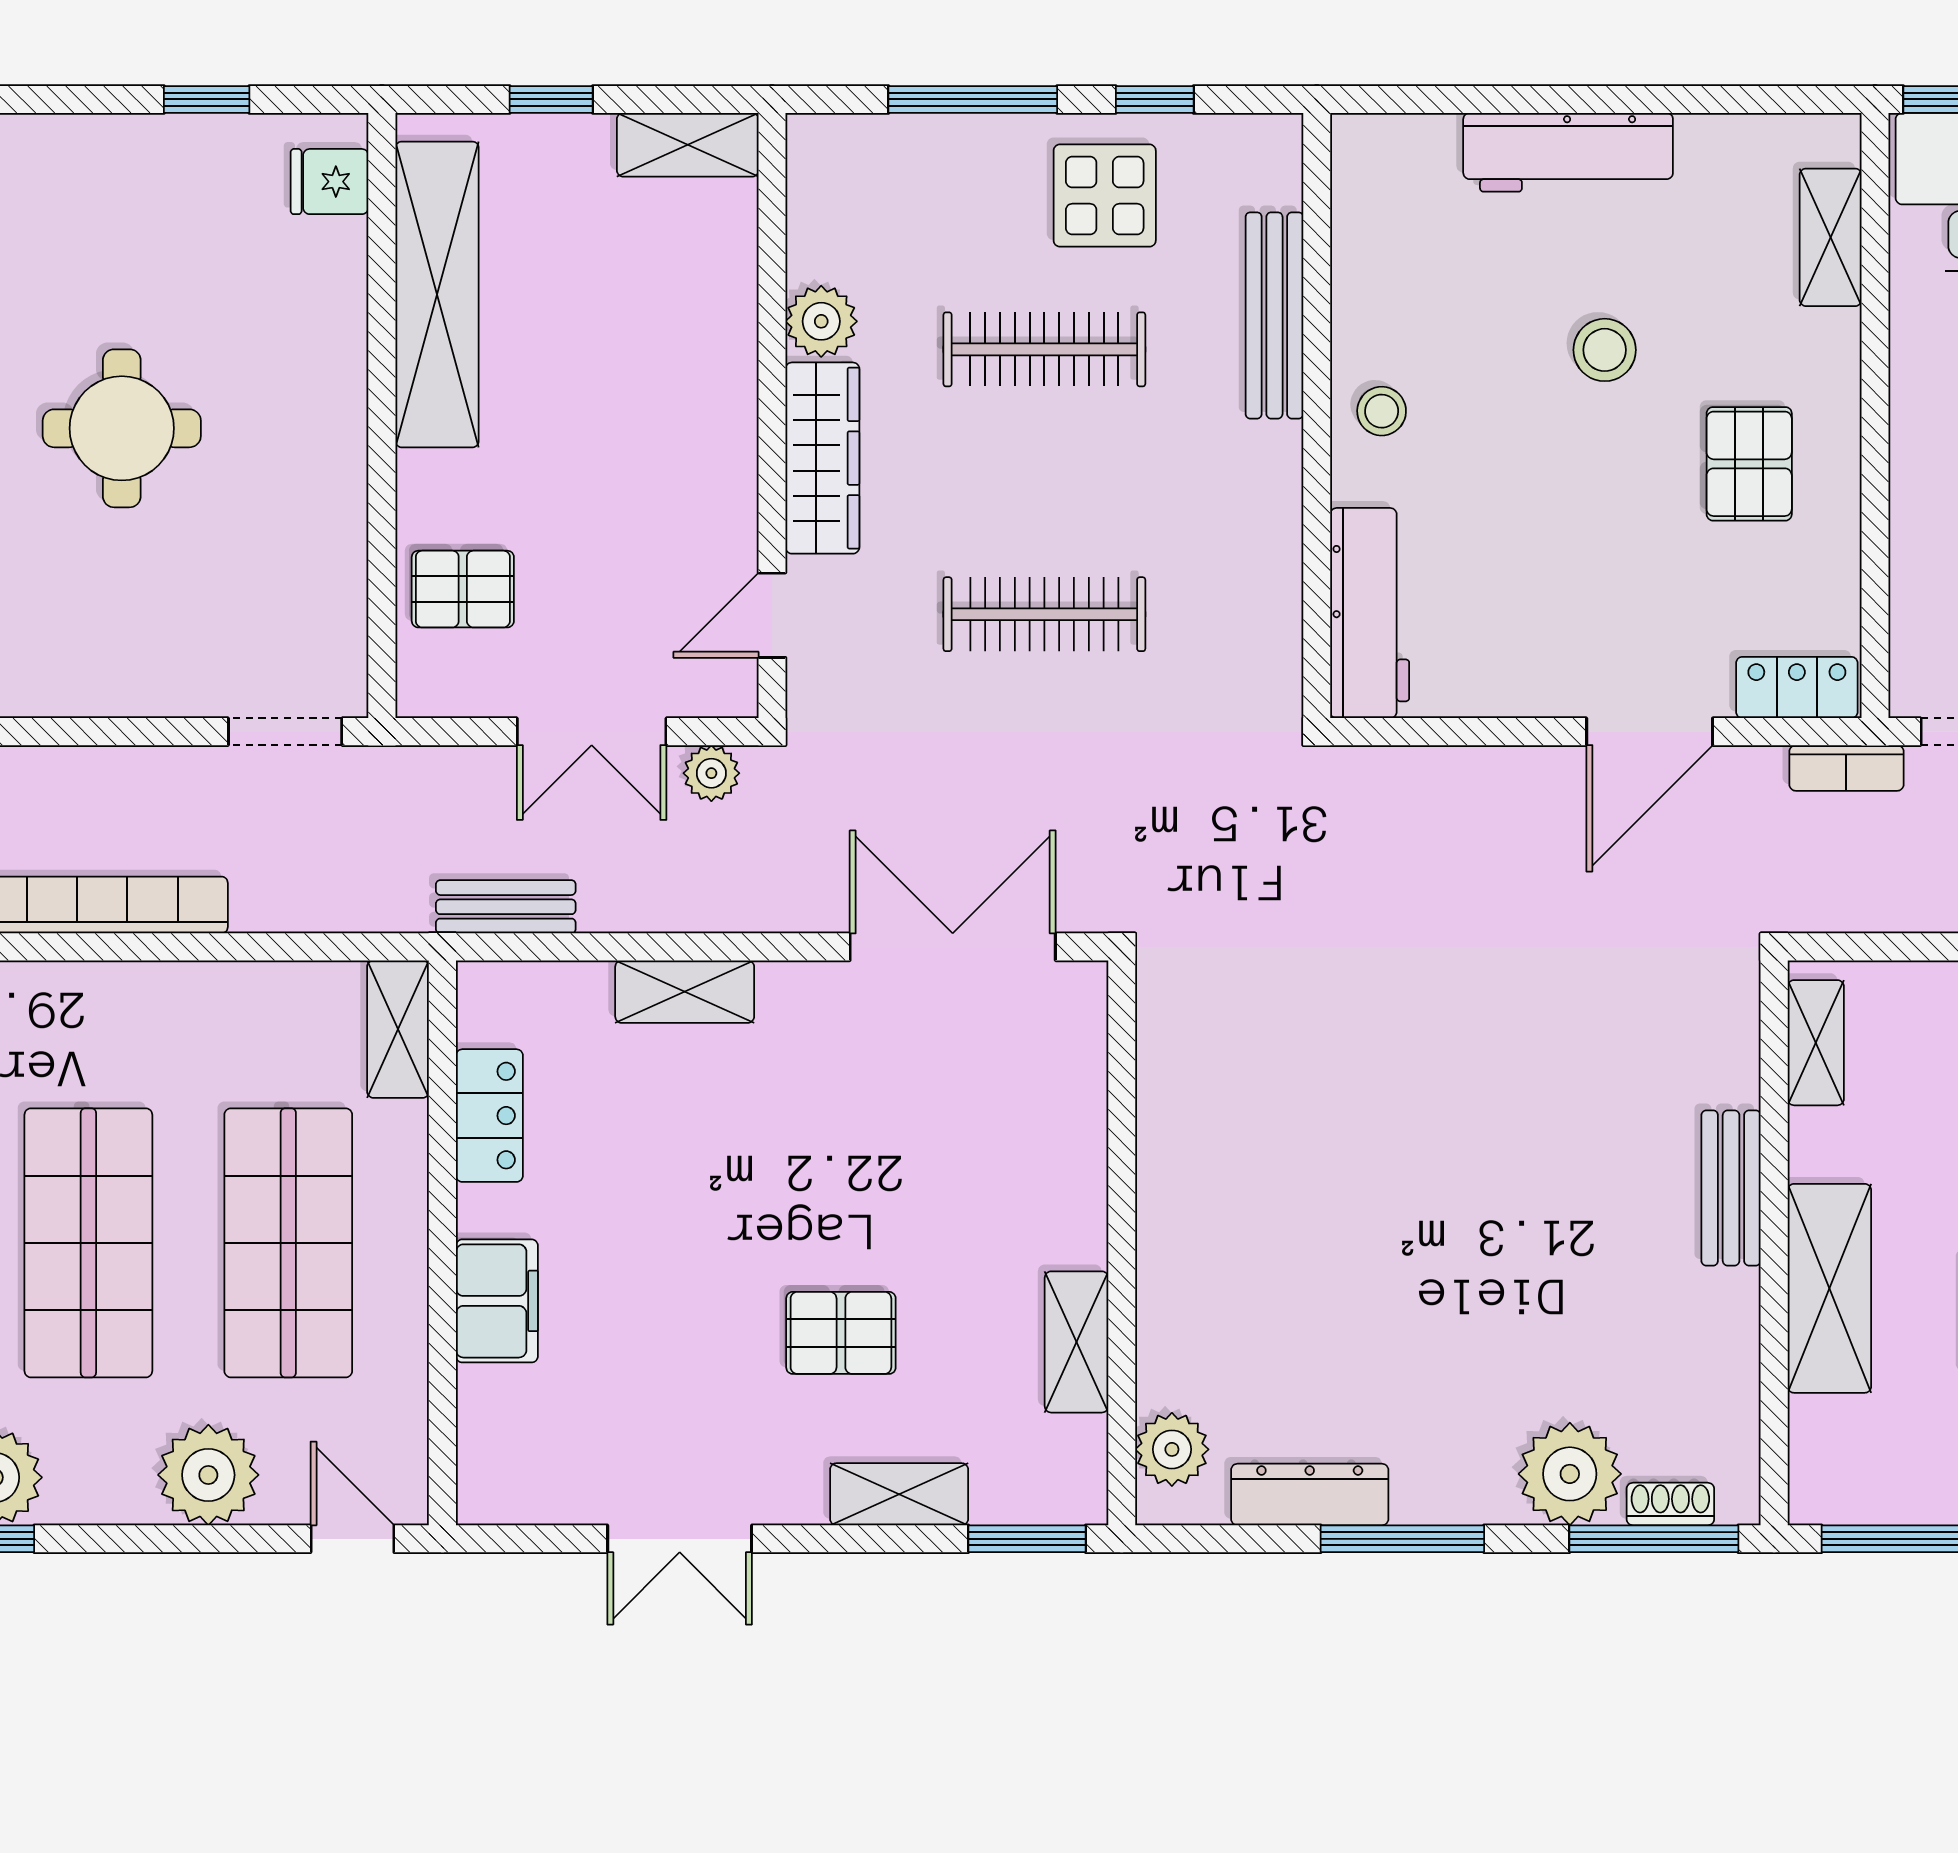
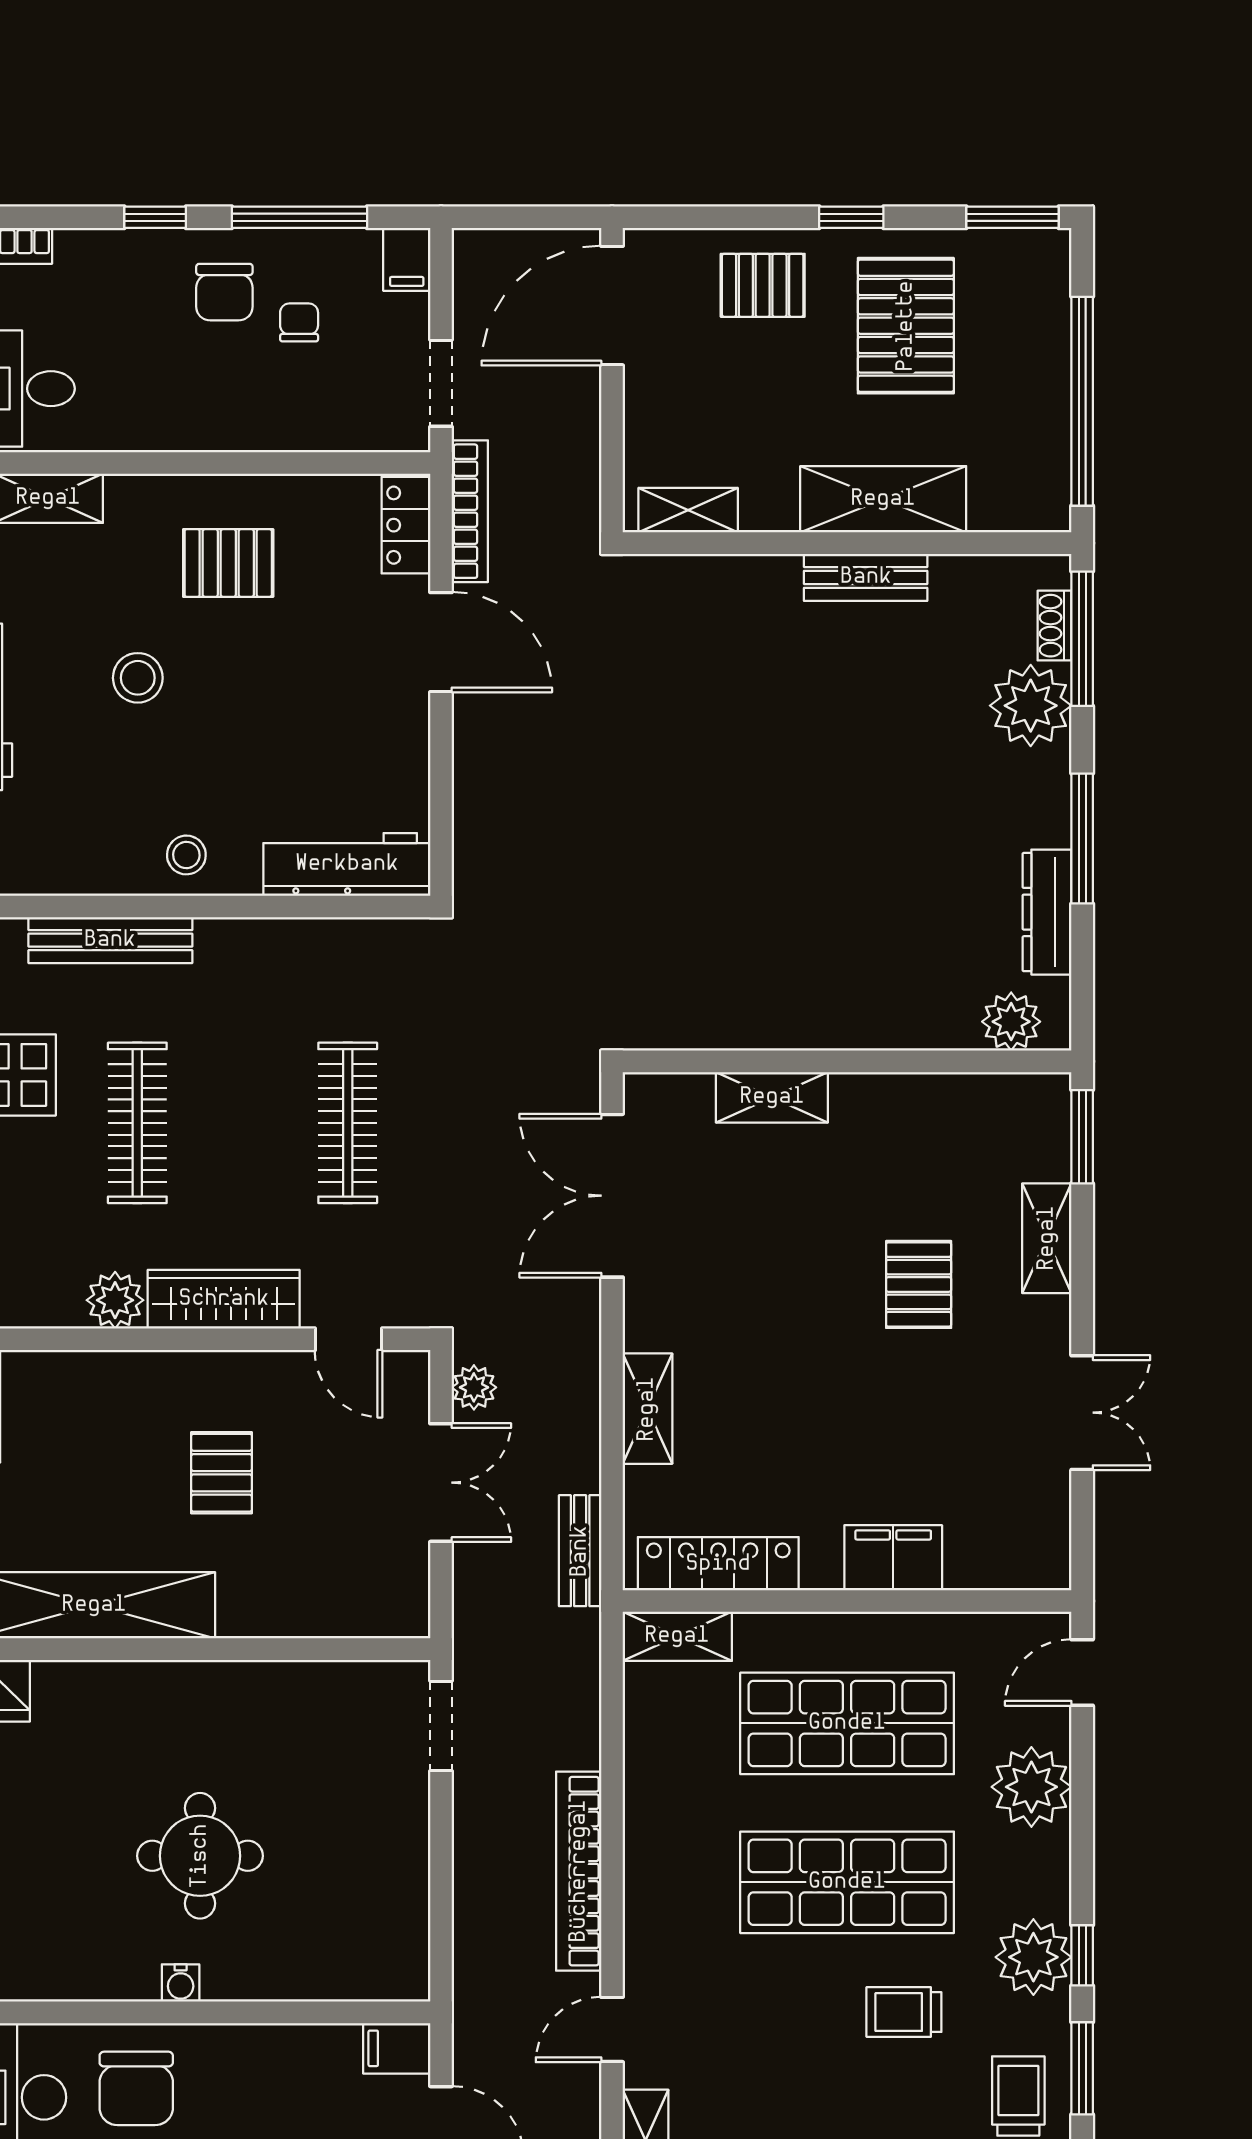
pallet: (463, 589) -> (222, 1473), moved
bookcase: (1846, 768) -> (470, 511), width x1.56
locker: (489, 1116) -> (718, 1564), width x1.53
bench: (1731, 1188) -> (866, 577), moved
shelving: (1076, 1342) -> (772, 1097), moved

